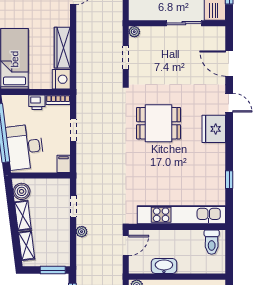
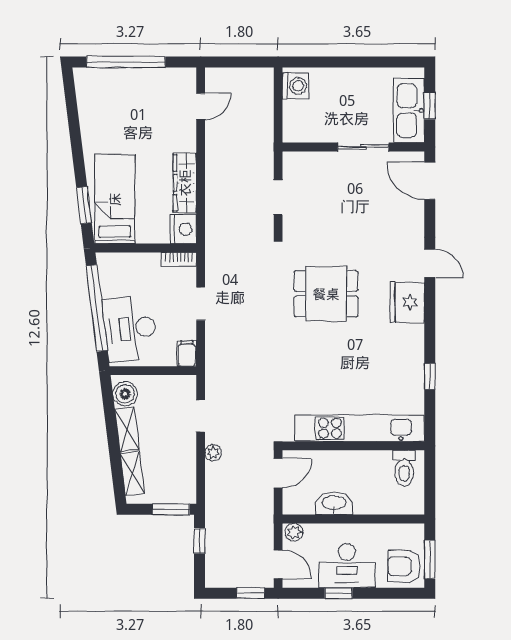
plant: (134, 32) -> (291, 159), removed
door: (229, 64) -> (430, 181), moved
printer: (37, 102) -> (148, 263), removed

